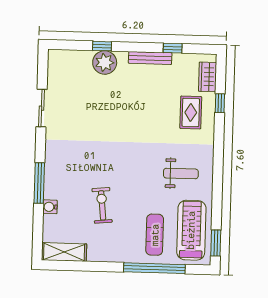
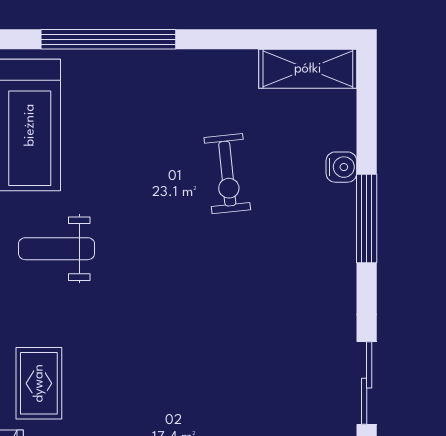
exercise mat: (155, 235) -> (110, 113), removed

